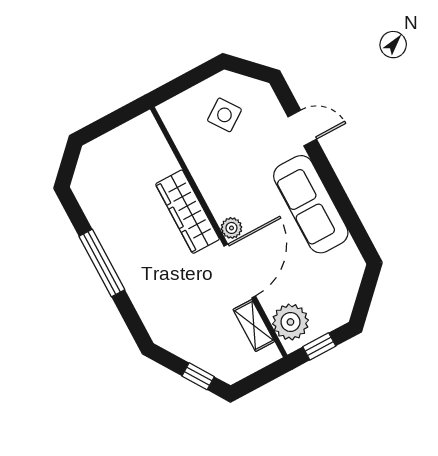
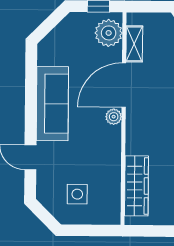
side table: (224, 115) -> (77, 194), turned 35
wardrobe: (187, 212) -> (136, 186), moved

